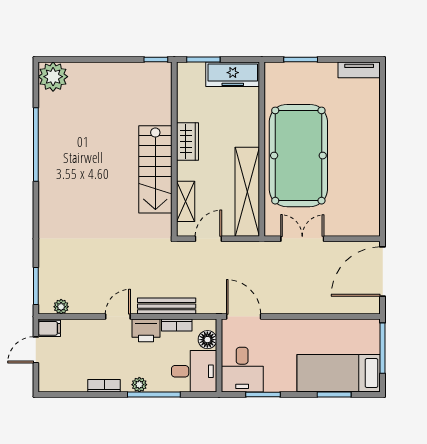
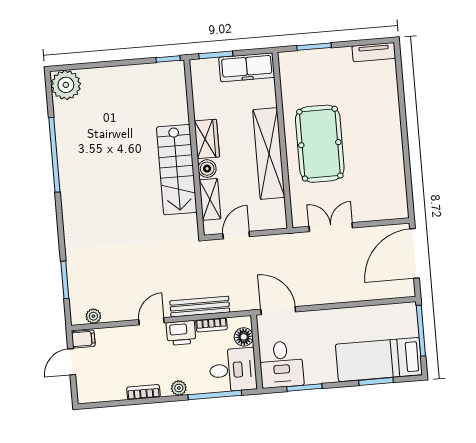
pool table: (298, 156) -> (320, 144), width x0.73, depth x0.76
boiler: (185, 171) -> (207, 169), added
shelving: (247, 192) -> (269, 154), moved
window: (36, 286) -> (65, 280), moved
window: (154, 394) -> (215, 395), moved

